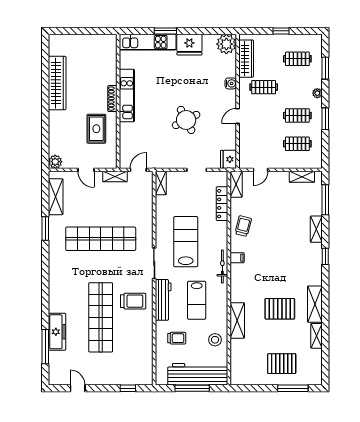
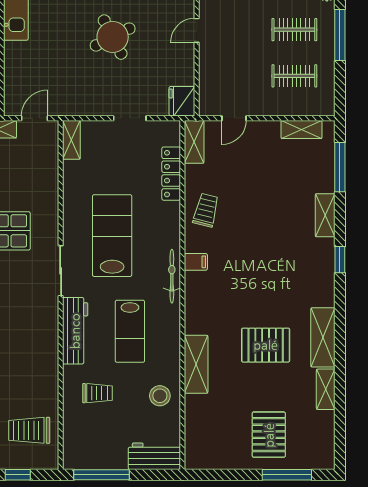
window: (325, 119) -> (340, 35), width x1.44
trolley: (133, 301) -> (29, 430), moved, turned 180
pallet: (282, 364) -> (269, 435), turned 90
workbench: (198, 374) -> (154, 456), width x0.53, depth x0.76
window: (192, 388) -> (101, 475), moved

